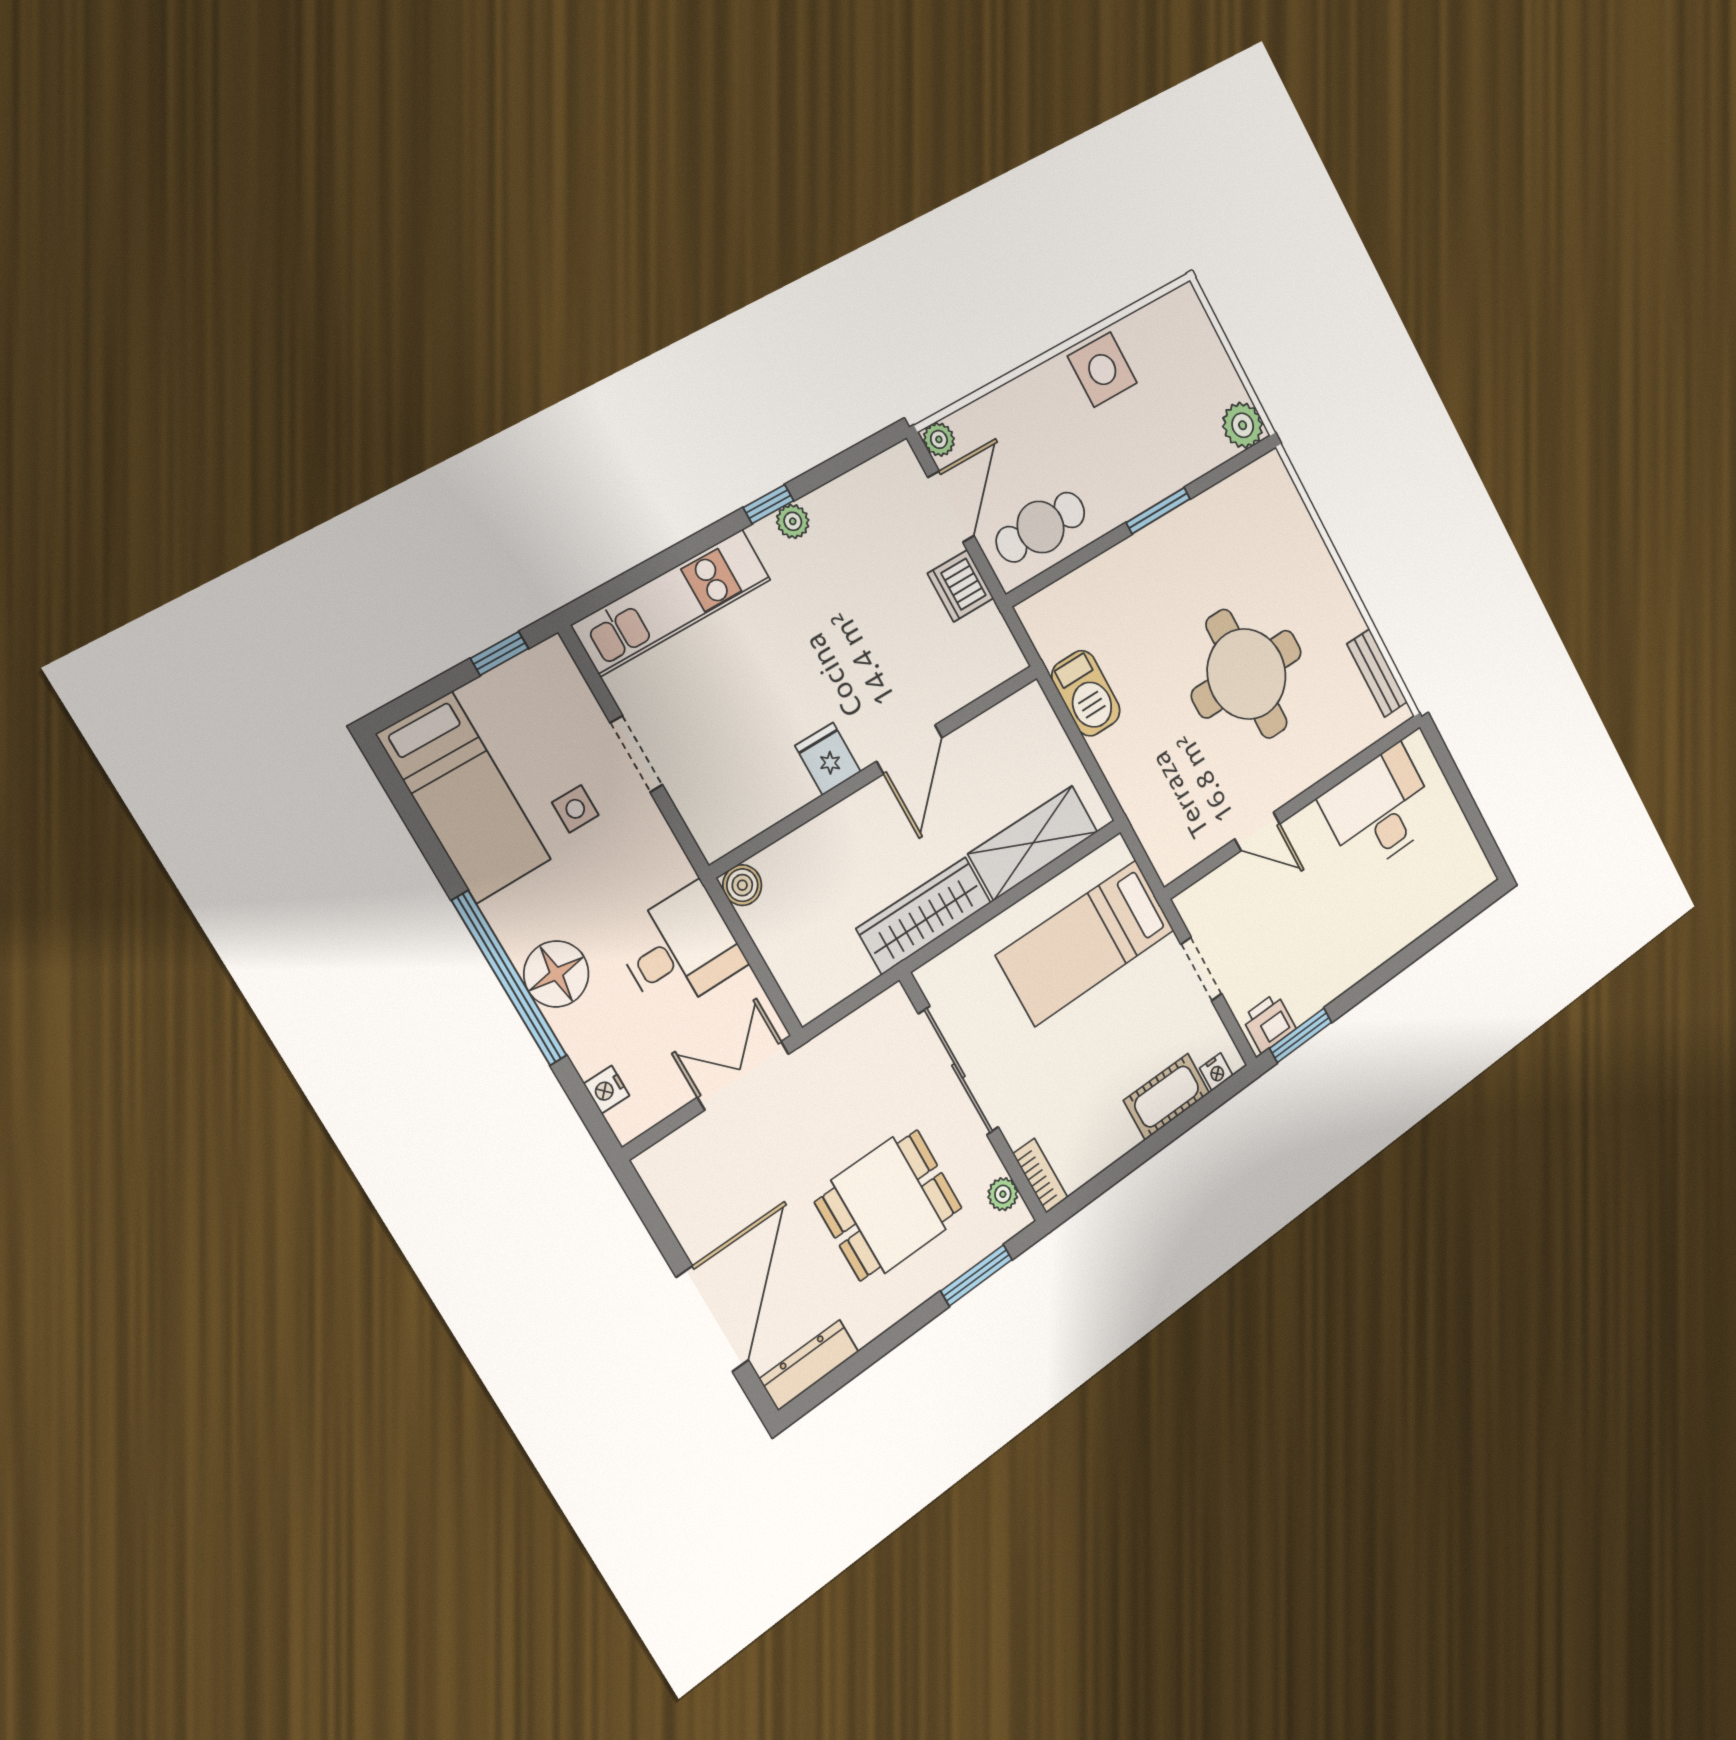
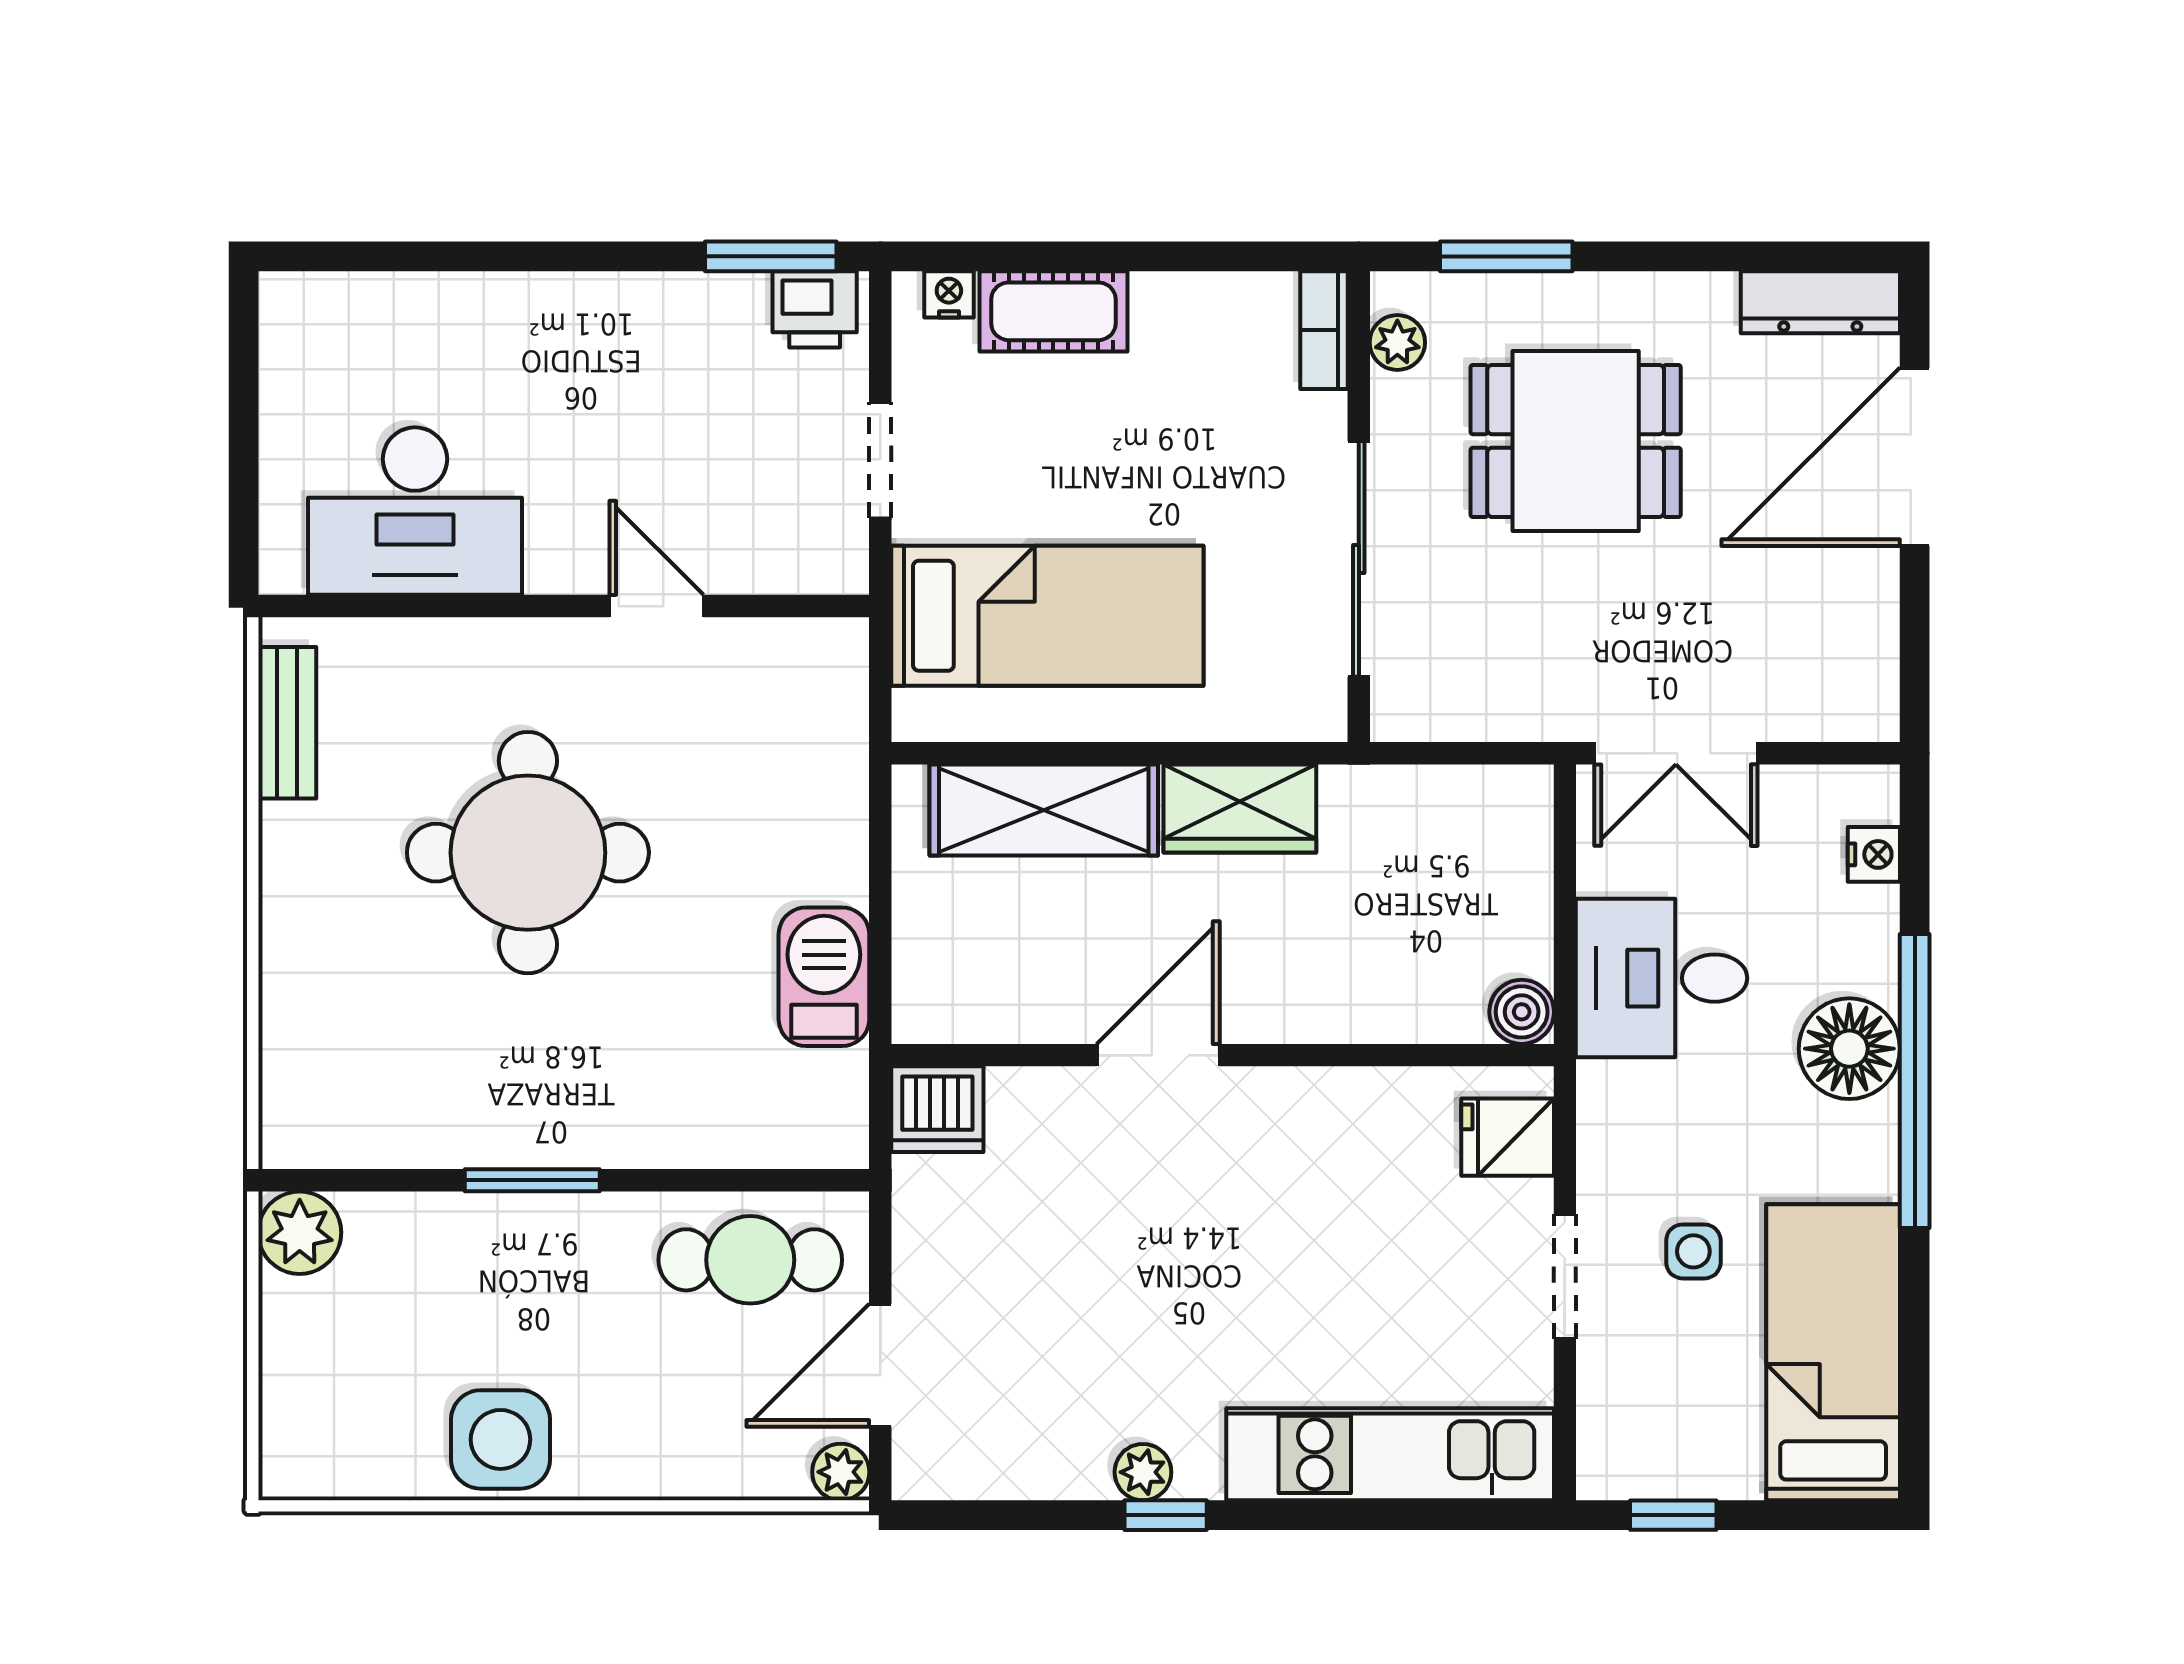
dishwasher: (961, 586) -> (937, 1109), moved, turned 90
fridge: (828, 759) -> (1508, 1137), moved, turned 90
wardrobe: (924, 916) -> (1240, 809), width x0.67

